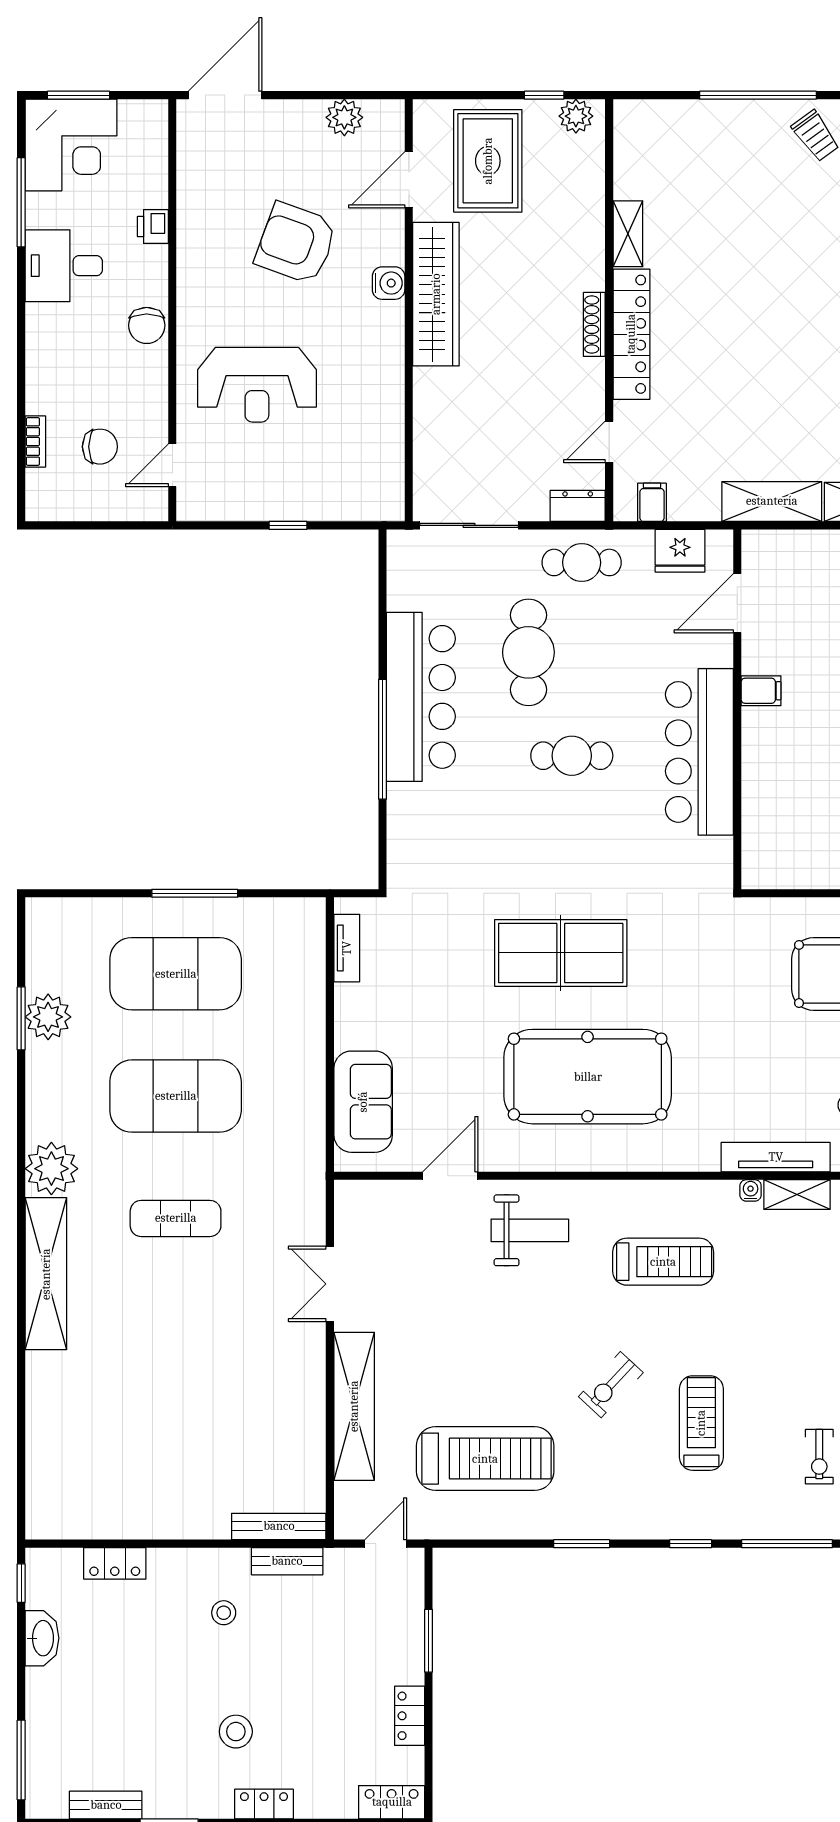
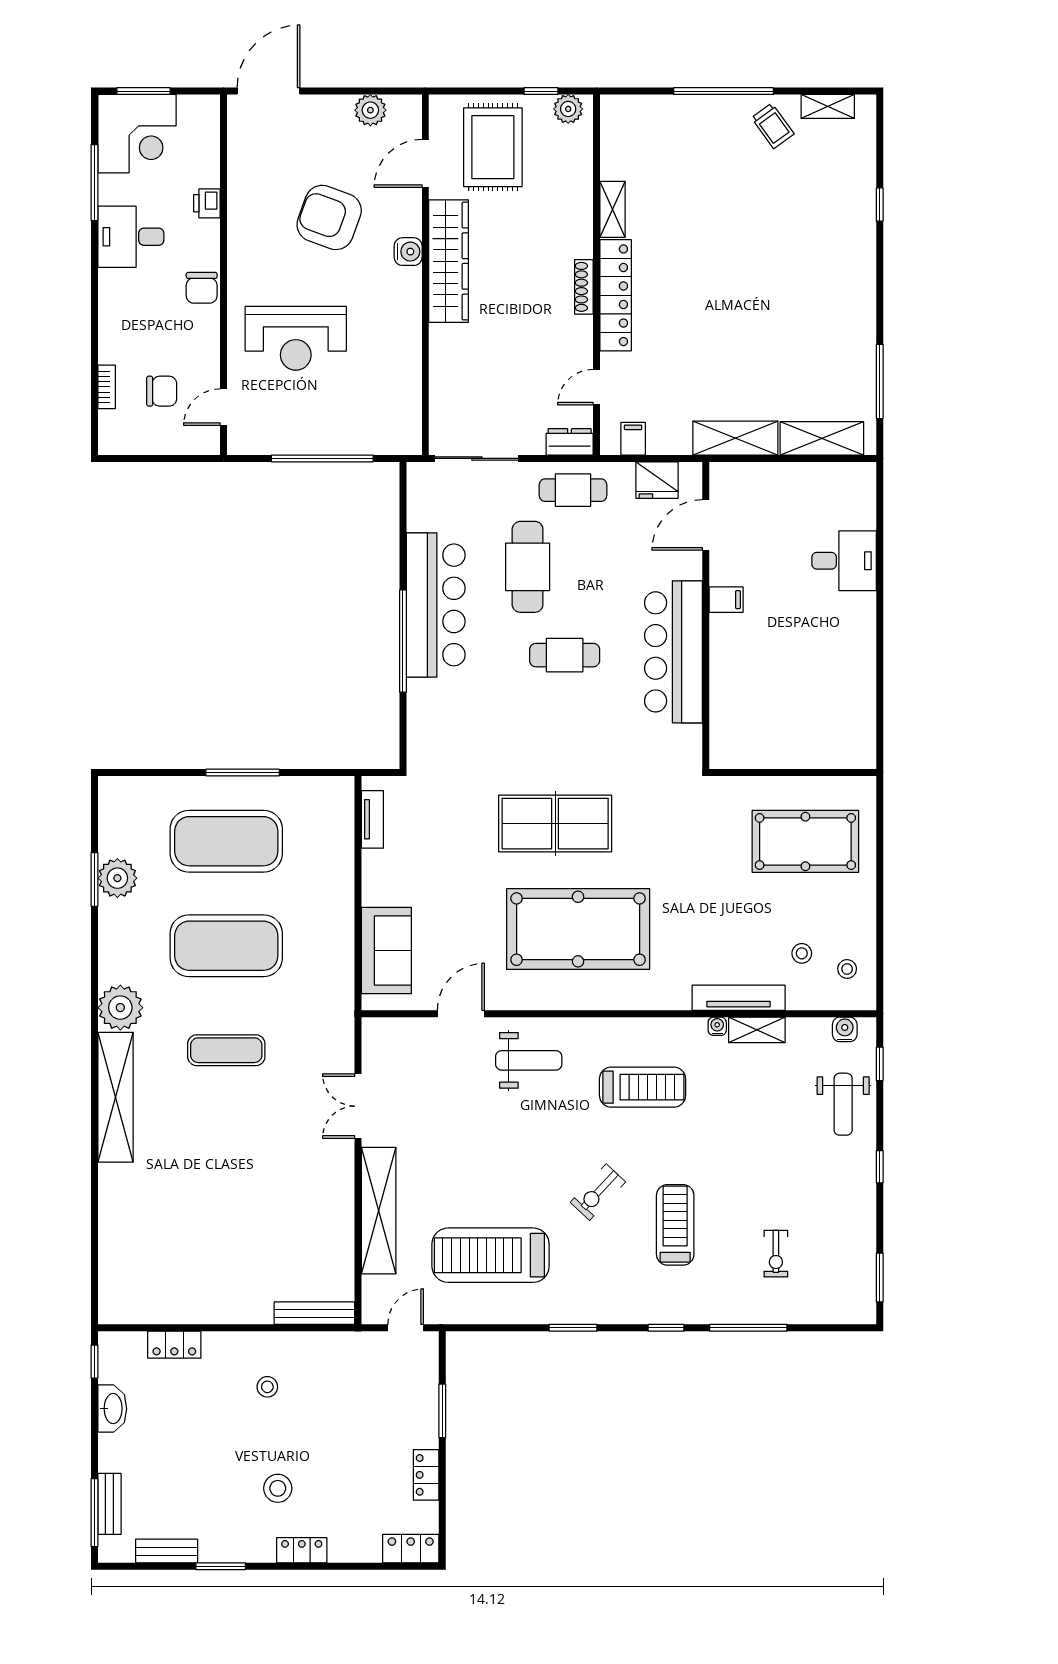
window: (288, 525) -> (322, 458), width x3.17
treadmill: (485, 1459) -> (491, 1255), turned 180
bench: (287, 1561) -> (109, 1504), moved, turned 90

